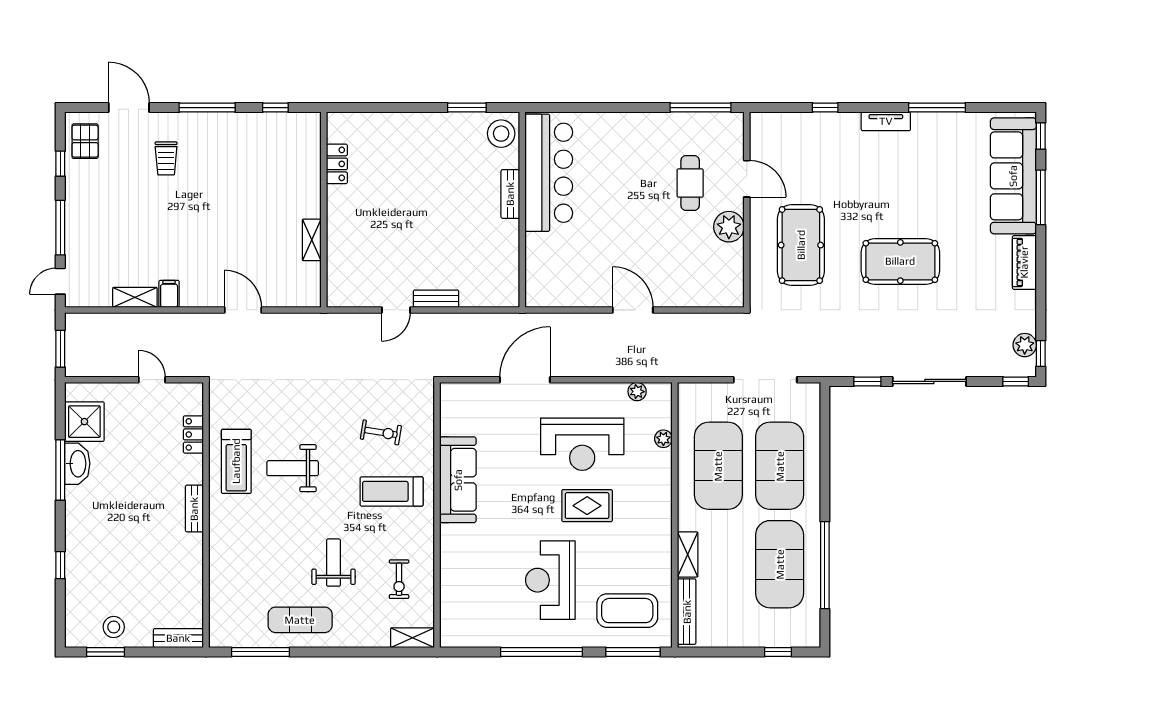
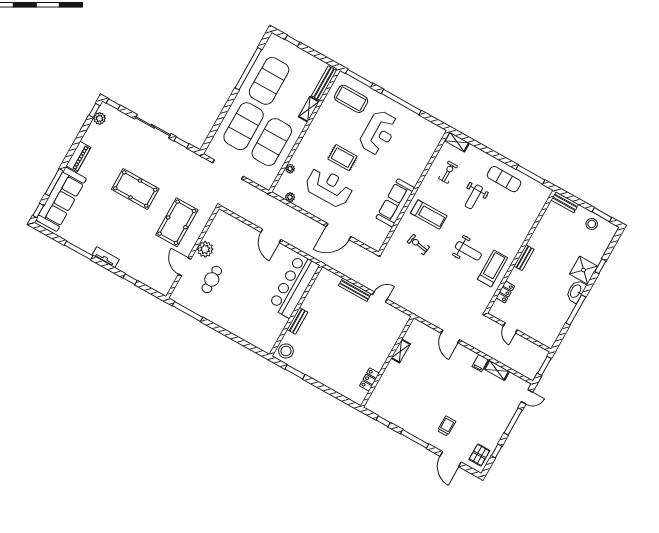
bar counter: (549, 173) -> (294, 286), moved
bench: (436, 299) -> (355, 290), width x1.36
shower: (84, 422) -> (584, 270), moved
washbasin: (77, 464) -> (576, 291), moved

